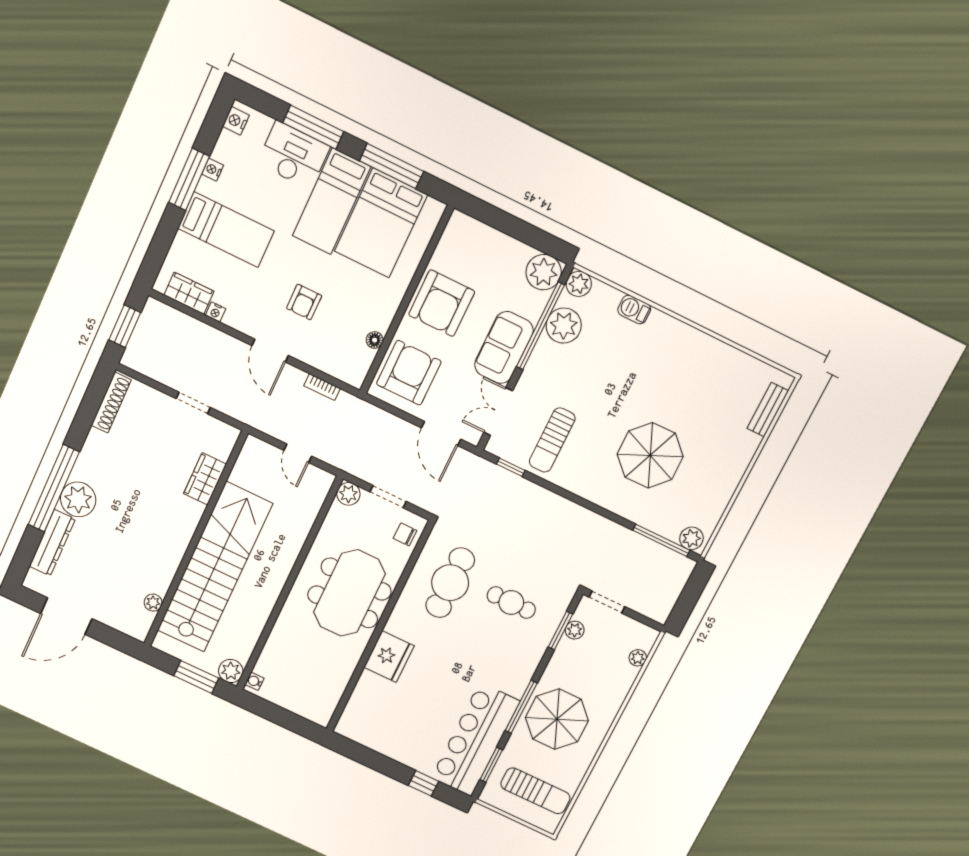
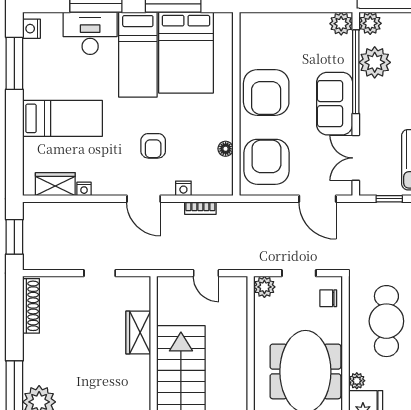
nightstand: (213, 170) -> (183, 188), moved, turned -90
window: (189, 179) -> (14, 63), moved
plant: (544, 272) -> (341, 24), width x0.73, depth x0.73
plant: (394, 625) -> (357, 381), added

